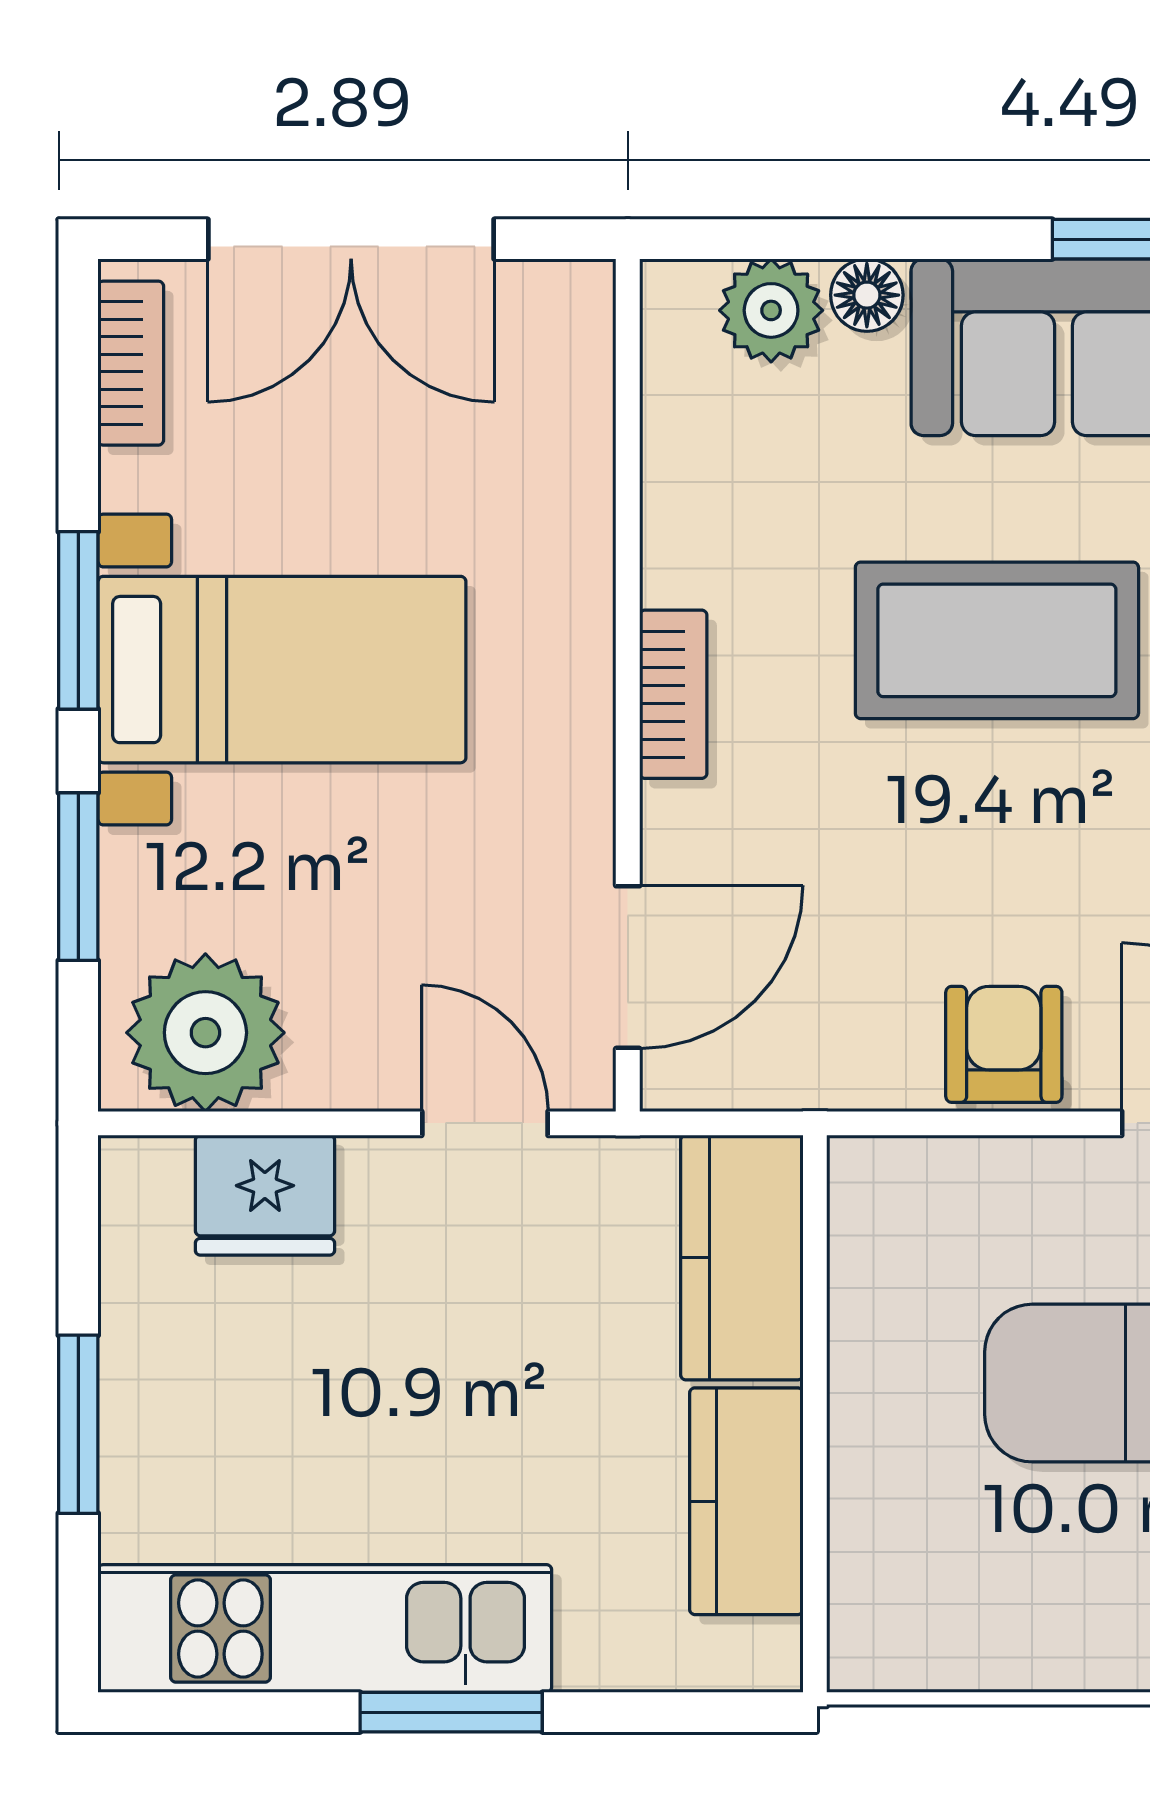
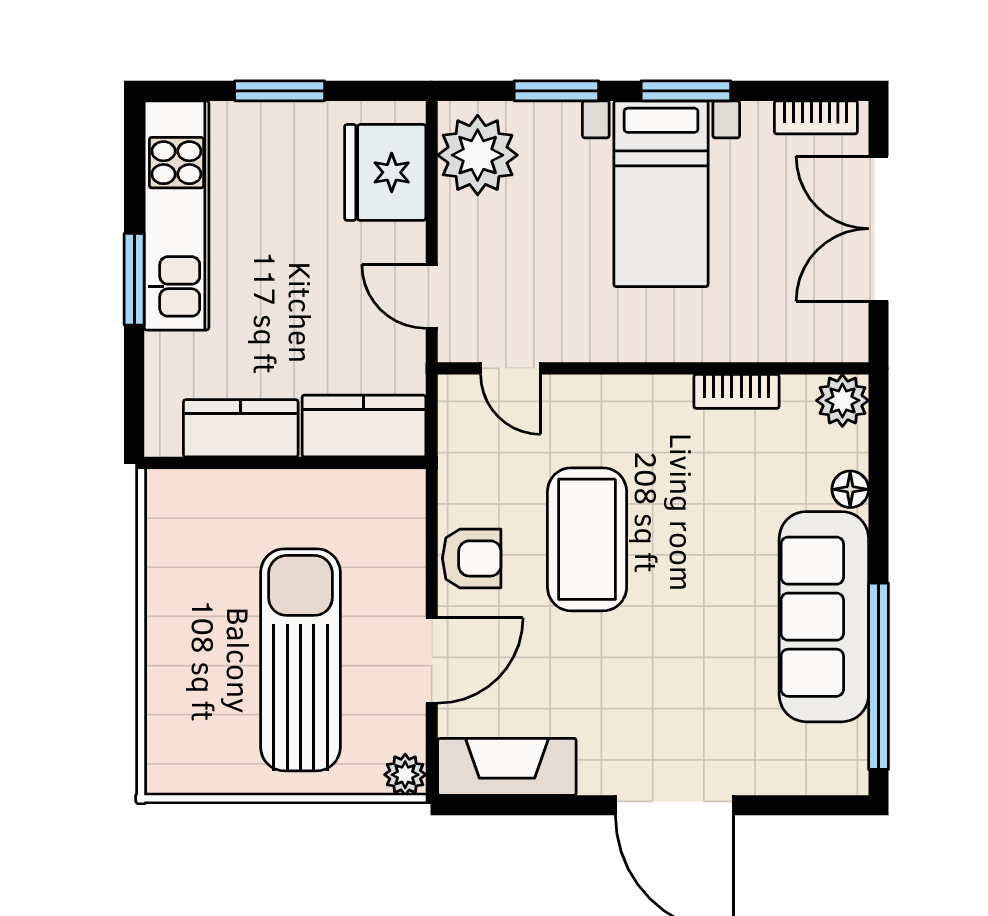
plant: (771, 310) -> (842, 400), moved
coffee table: (997, 640) -> (587, 539), moved
bookcase: (673, 694) -> (737, 391), moved
door: (628, 967) -> (511, 368), width x0.73
door: (485, 1123) -> (432, 296), swing flipped
fridge: (265, 1195) -> (385, 172), width x1.36, depth x1.34

